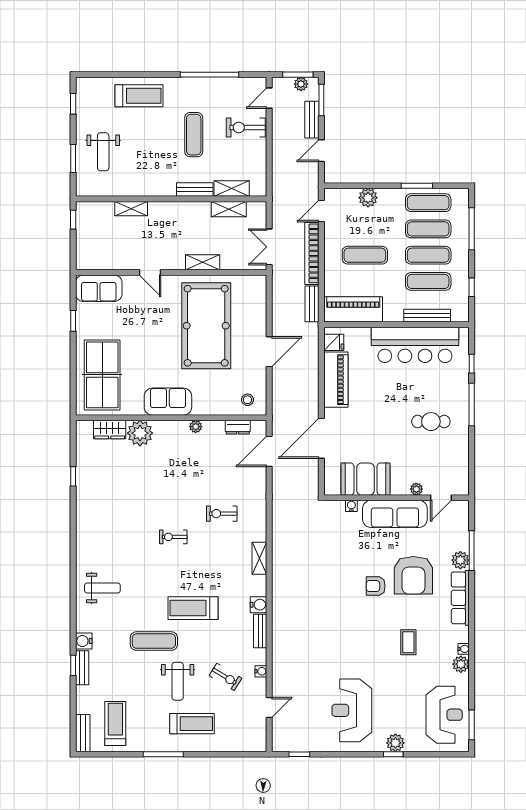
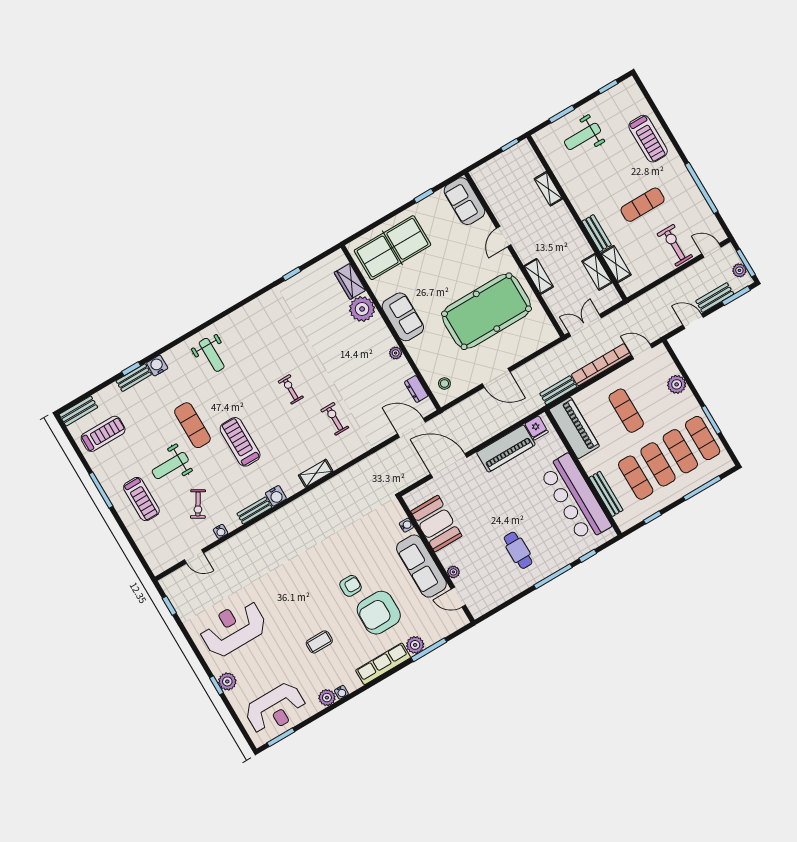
armchair: (376, 586) -> (351, 586), turned 90

